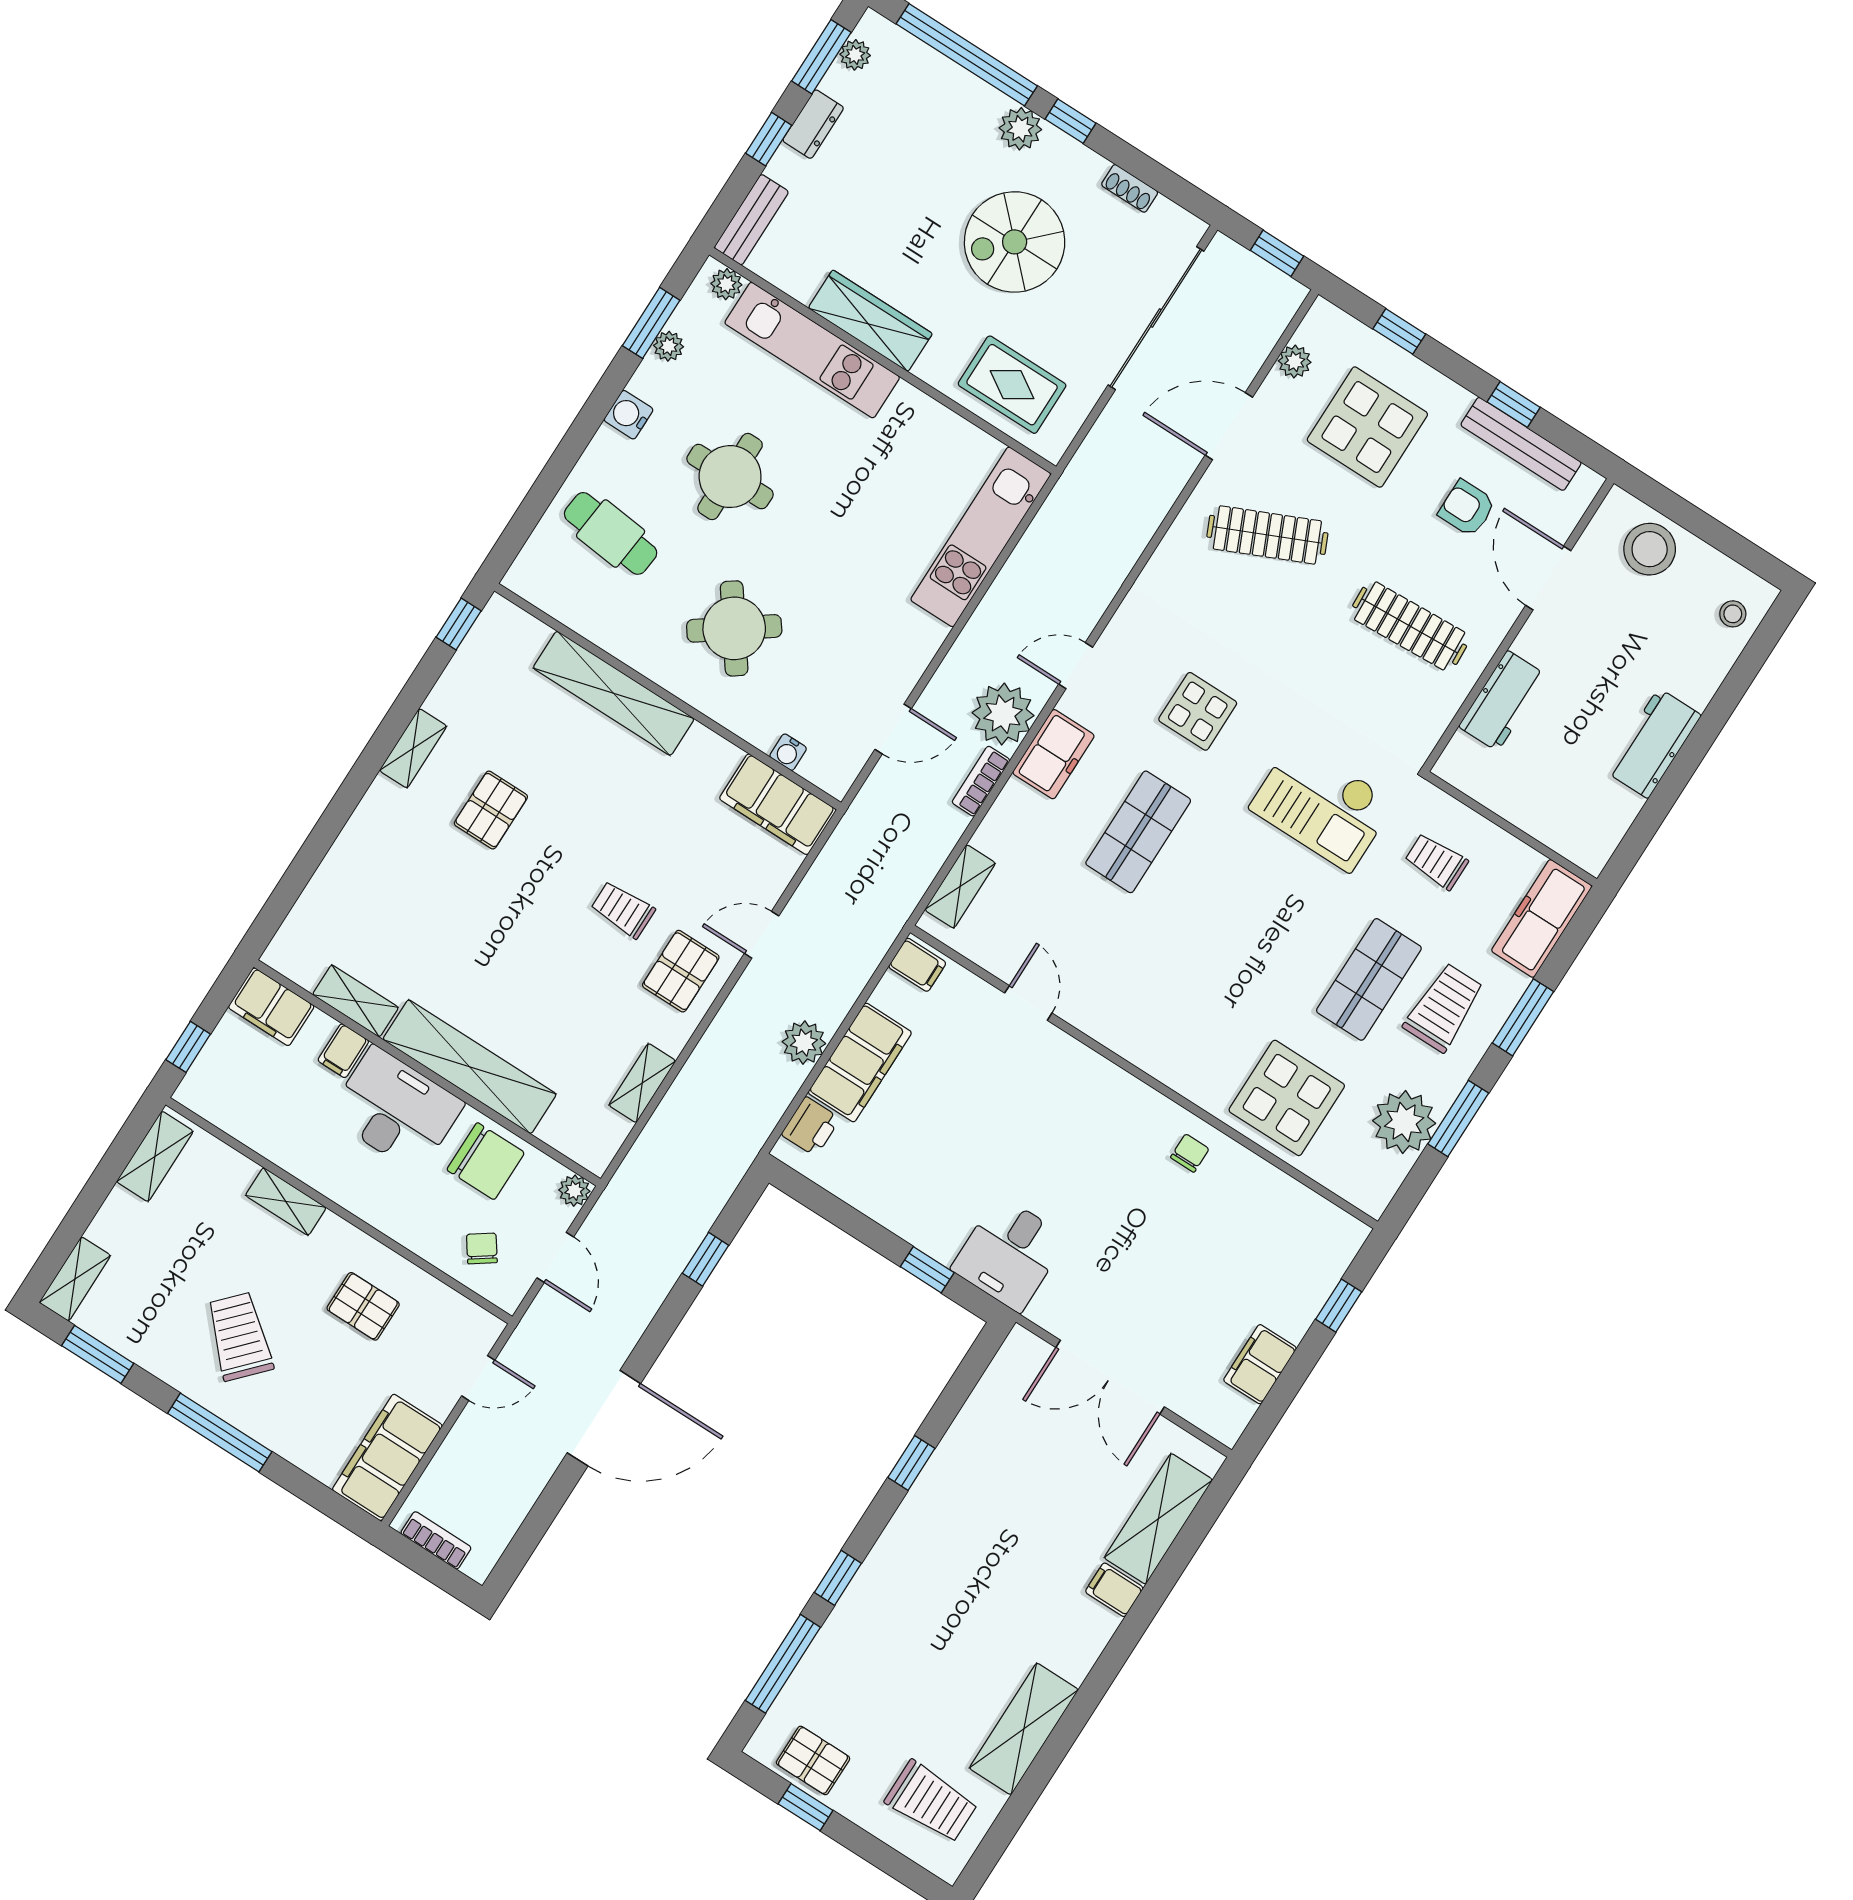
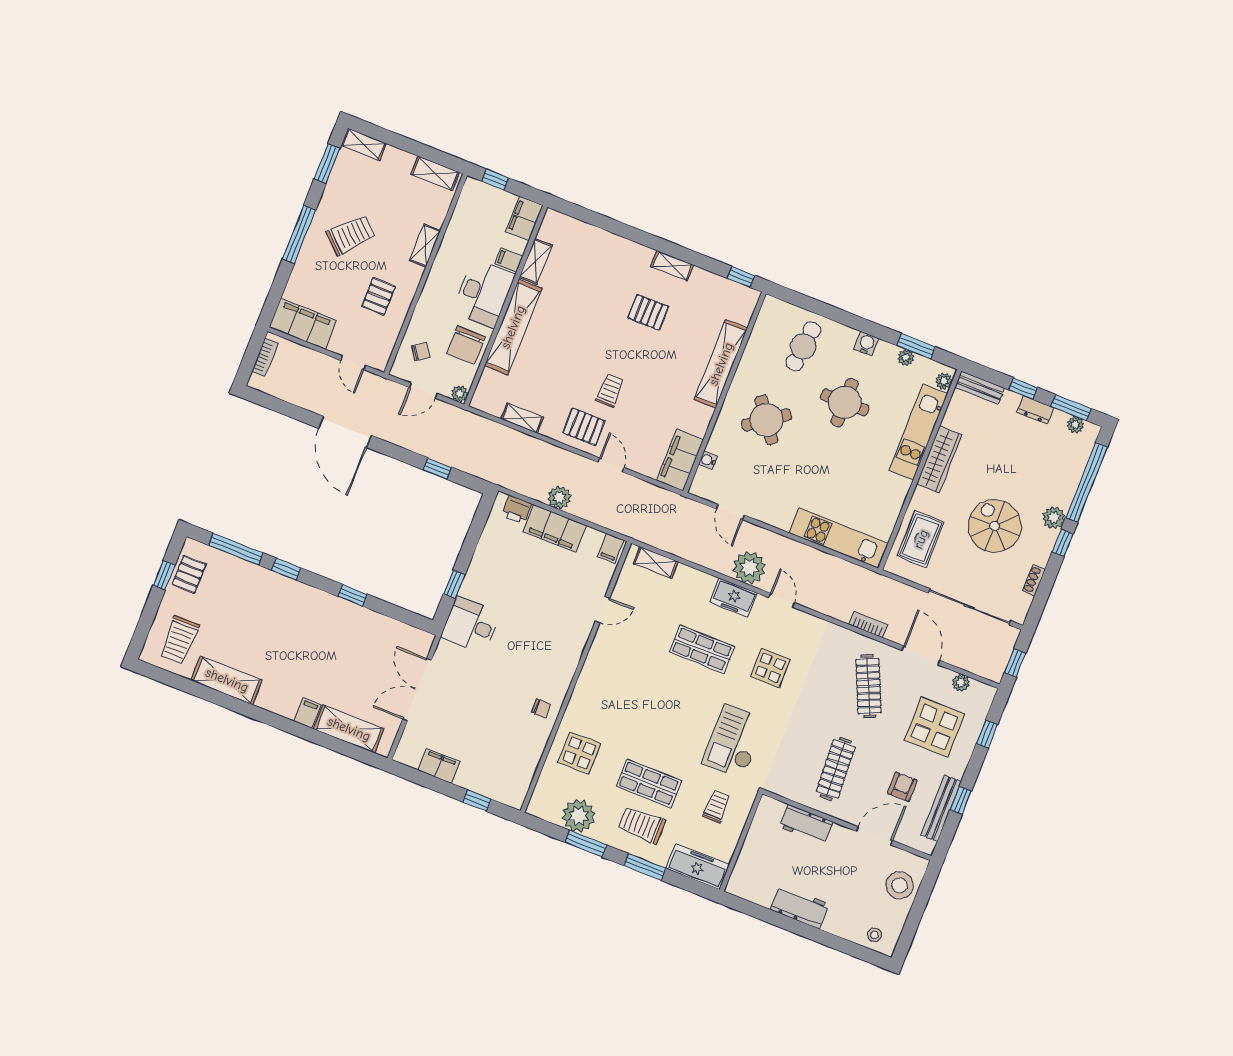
bookcase: (981, 781) -> (868, 625), moved
trolley: (1444, 1008) -> (642, 825), turned 180
display table: (1287, 1098) -> (579, 753), width x0.73, depth x0.73

